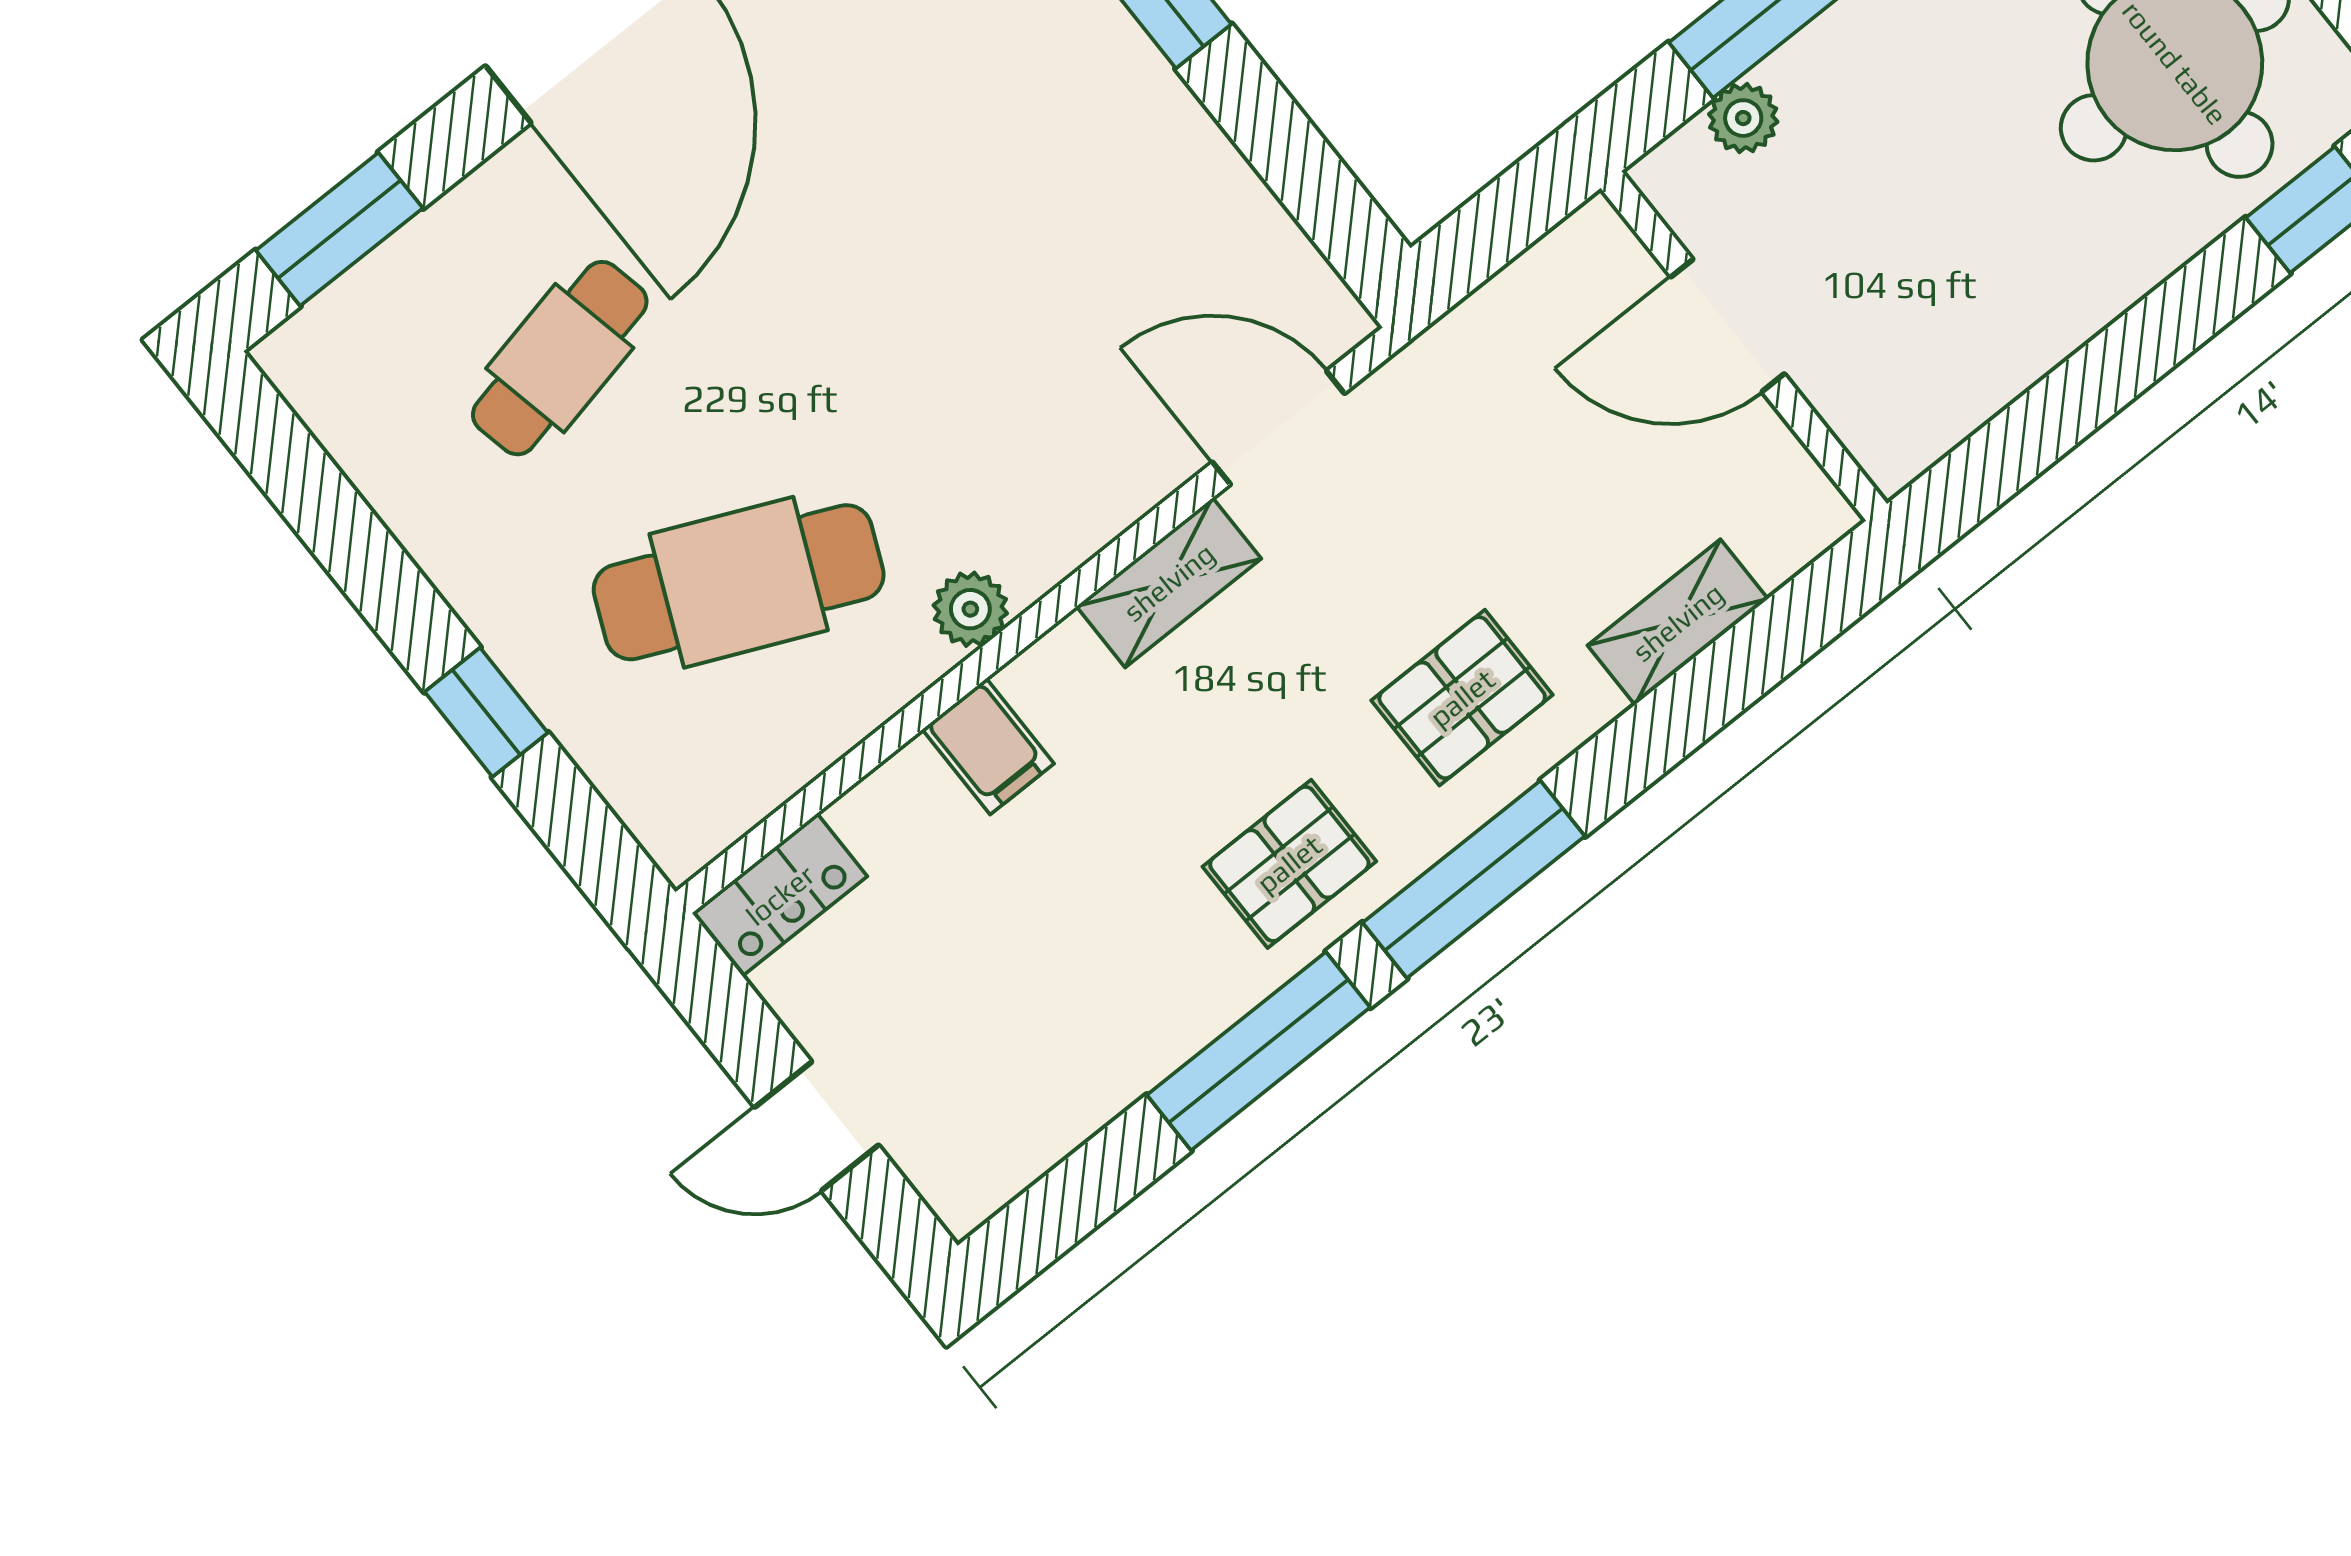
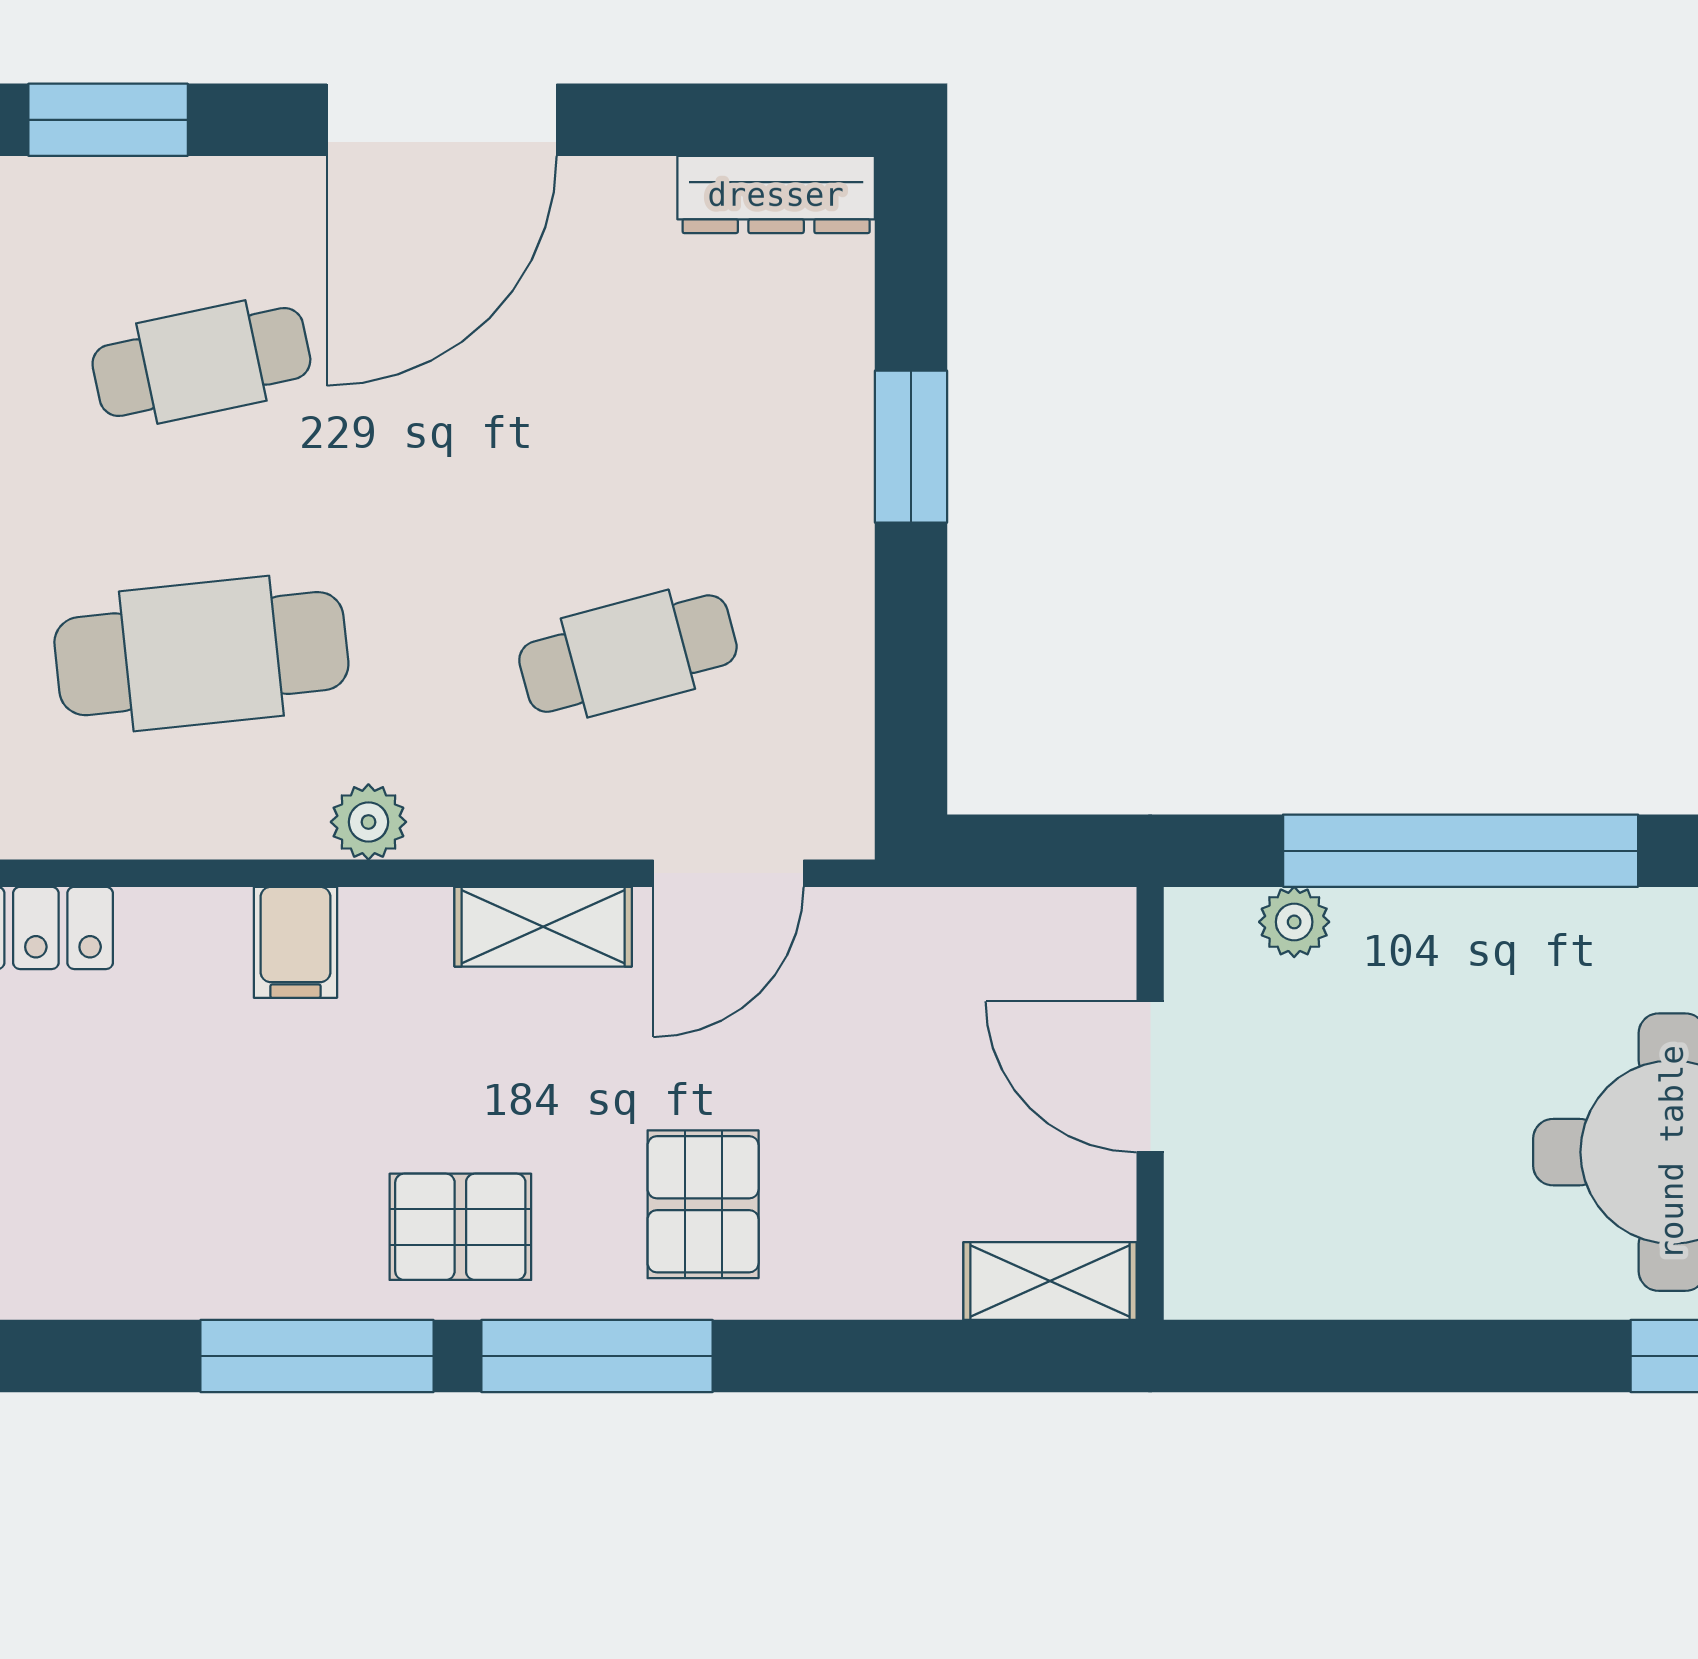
cafe table: (1066, 321) -> (628, 654), added
door: (1278, 428) -> (728, 873), swing flipped
cafe table: (739, 582) -> (201, 654), turned -30
shelving: (1678, 622) -> (1050, 1281), moved
pallet: (1462, 698) -> (703, 1204), turned 90

